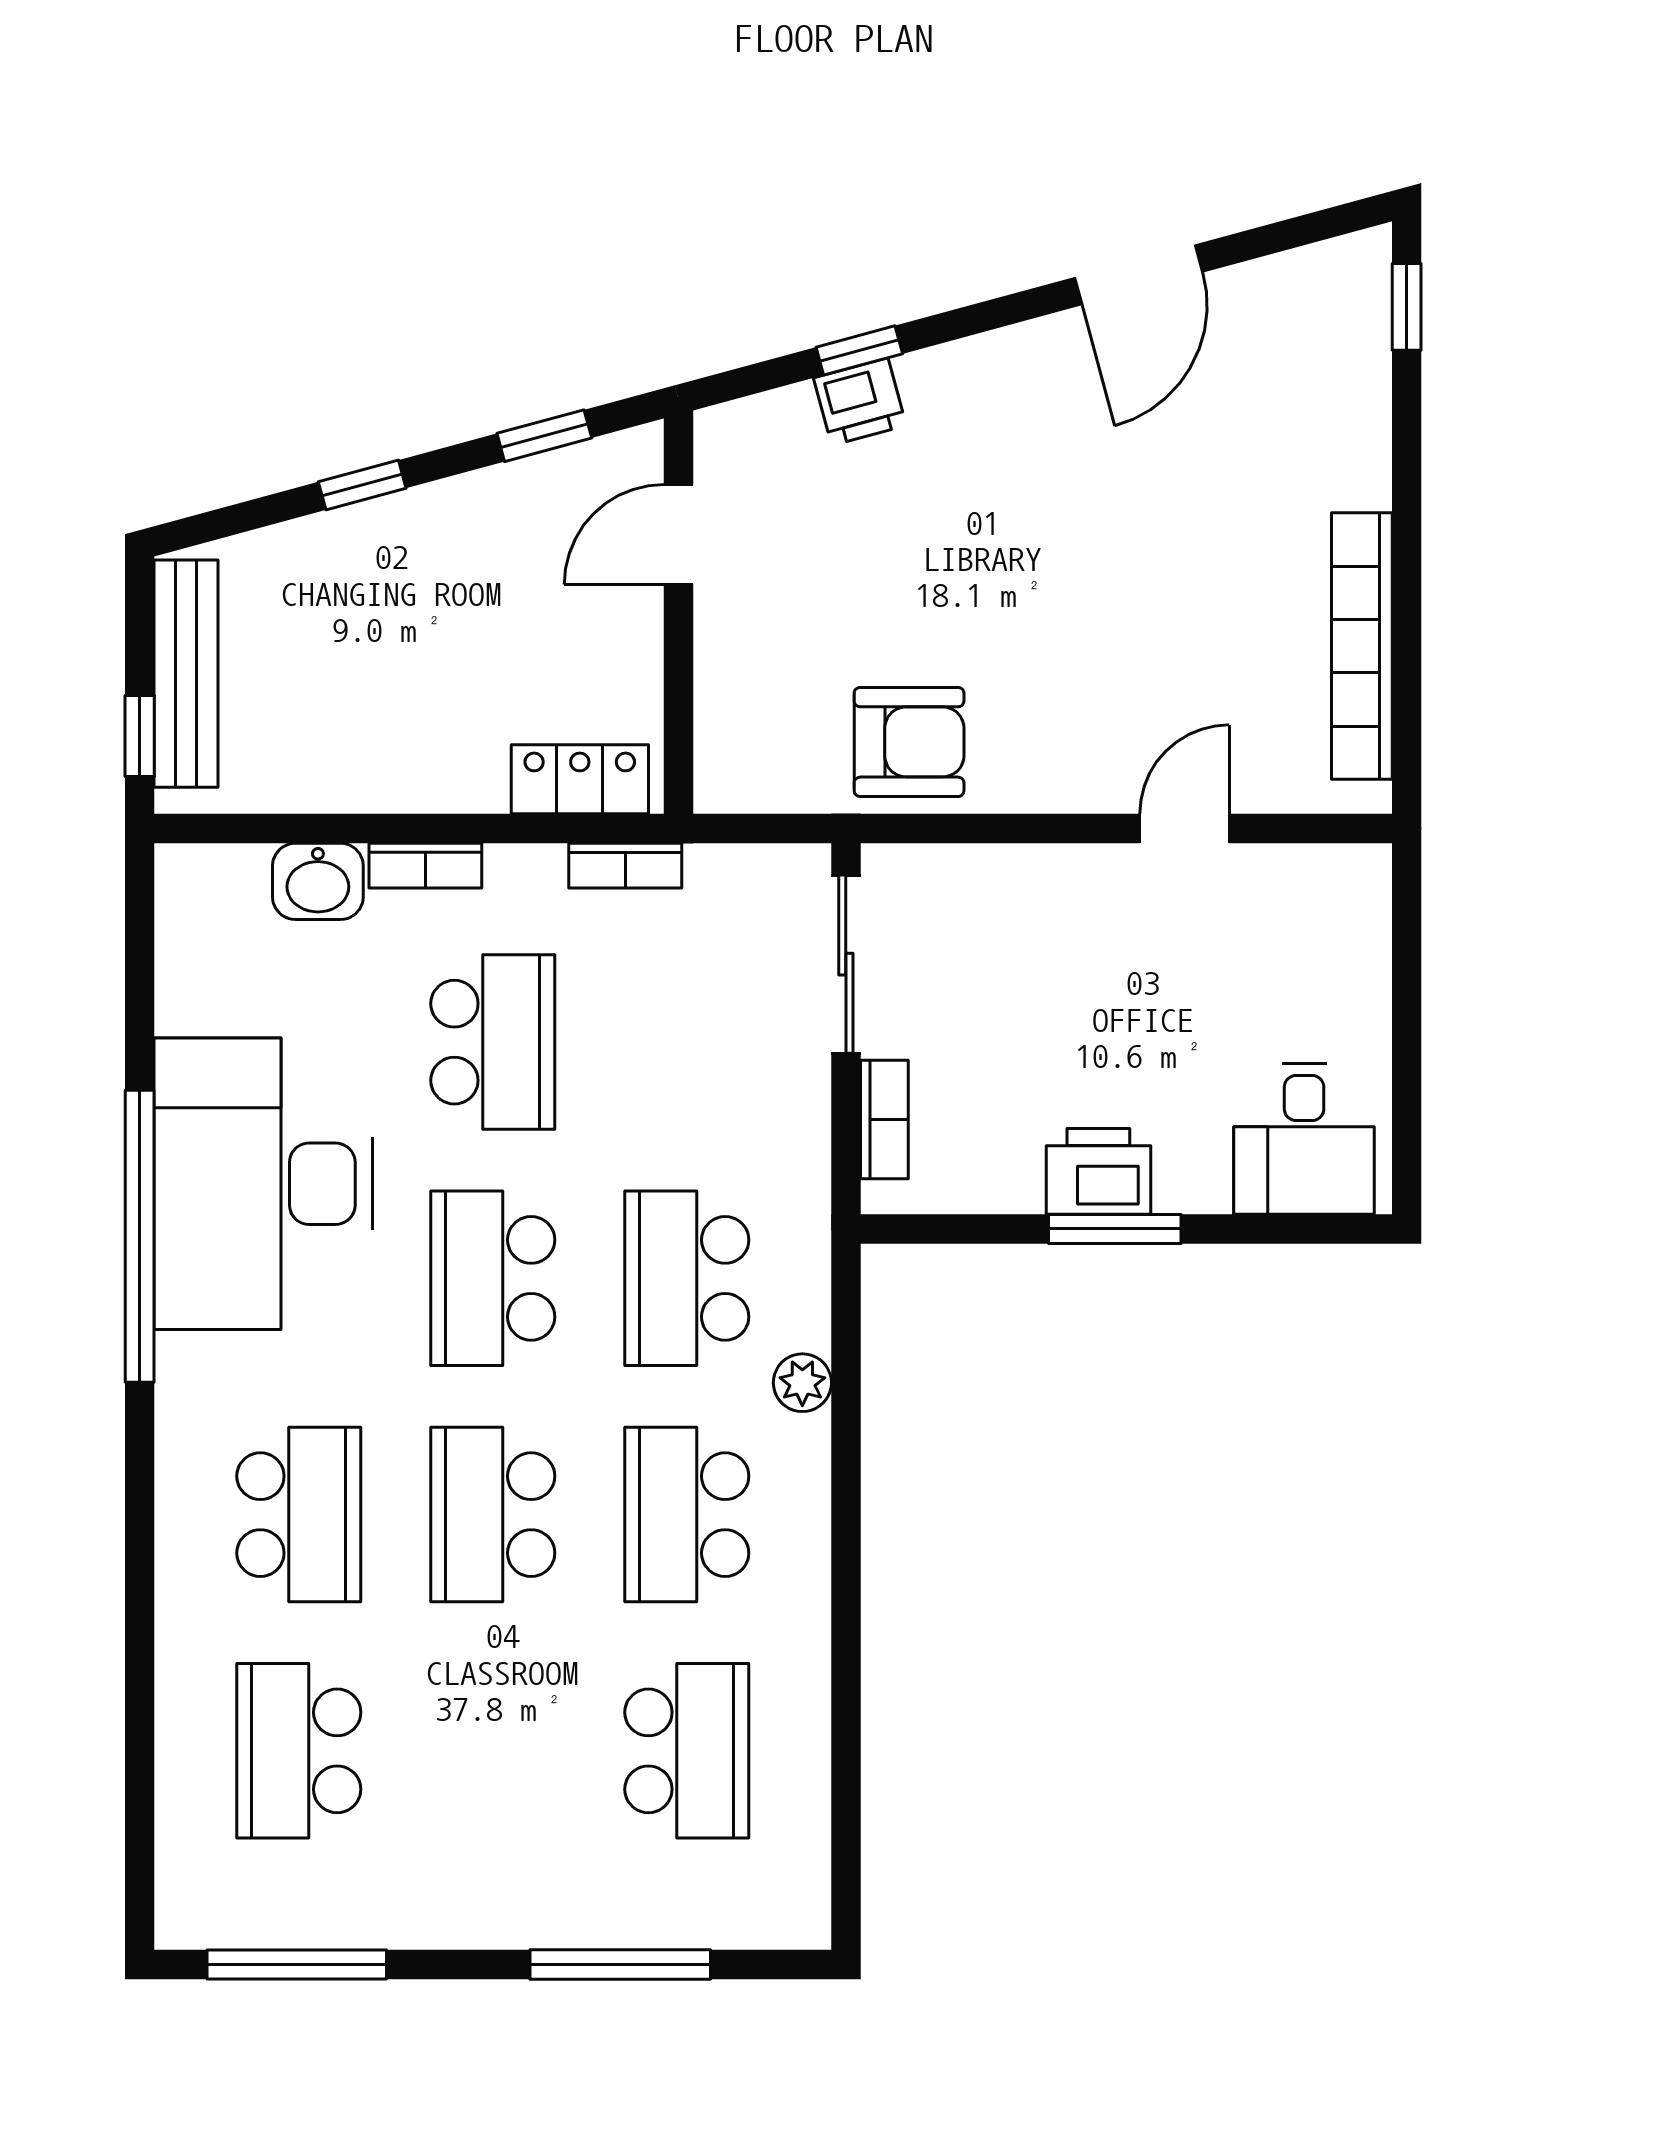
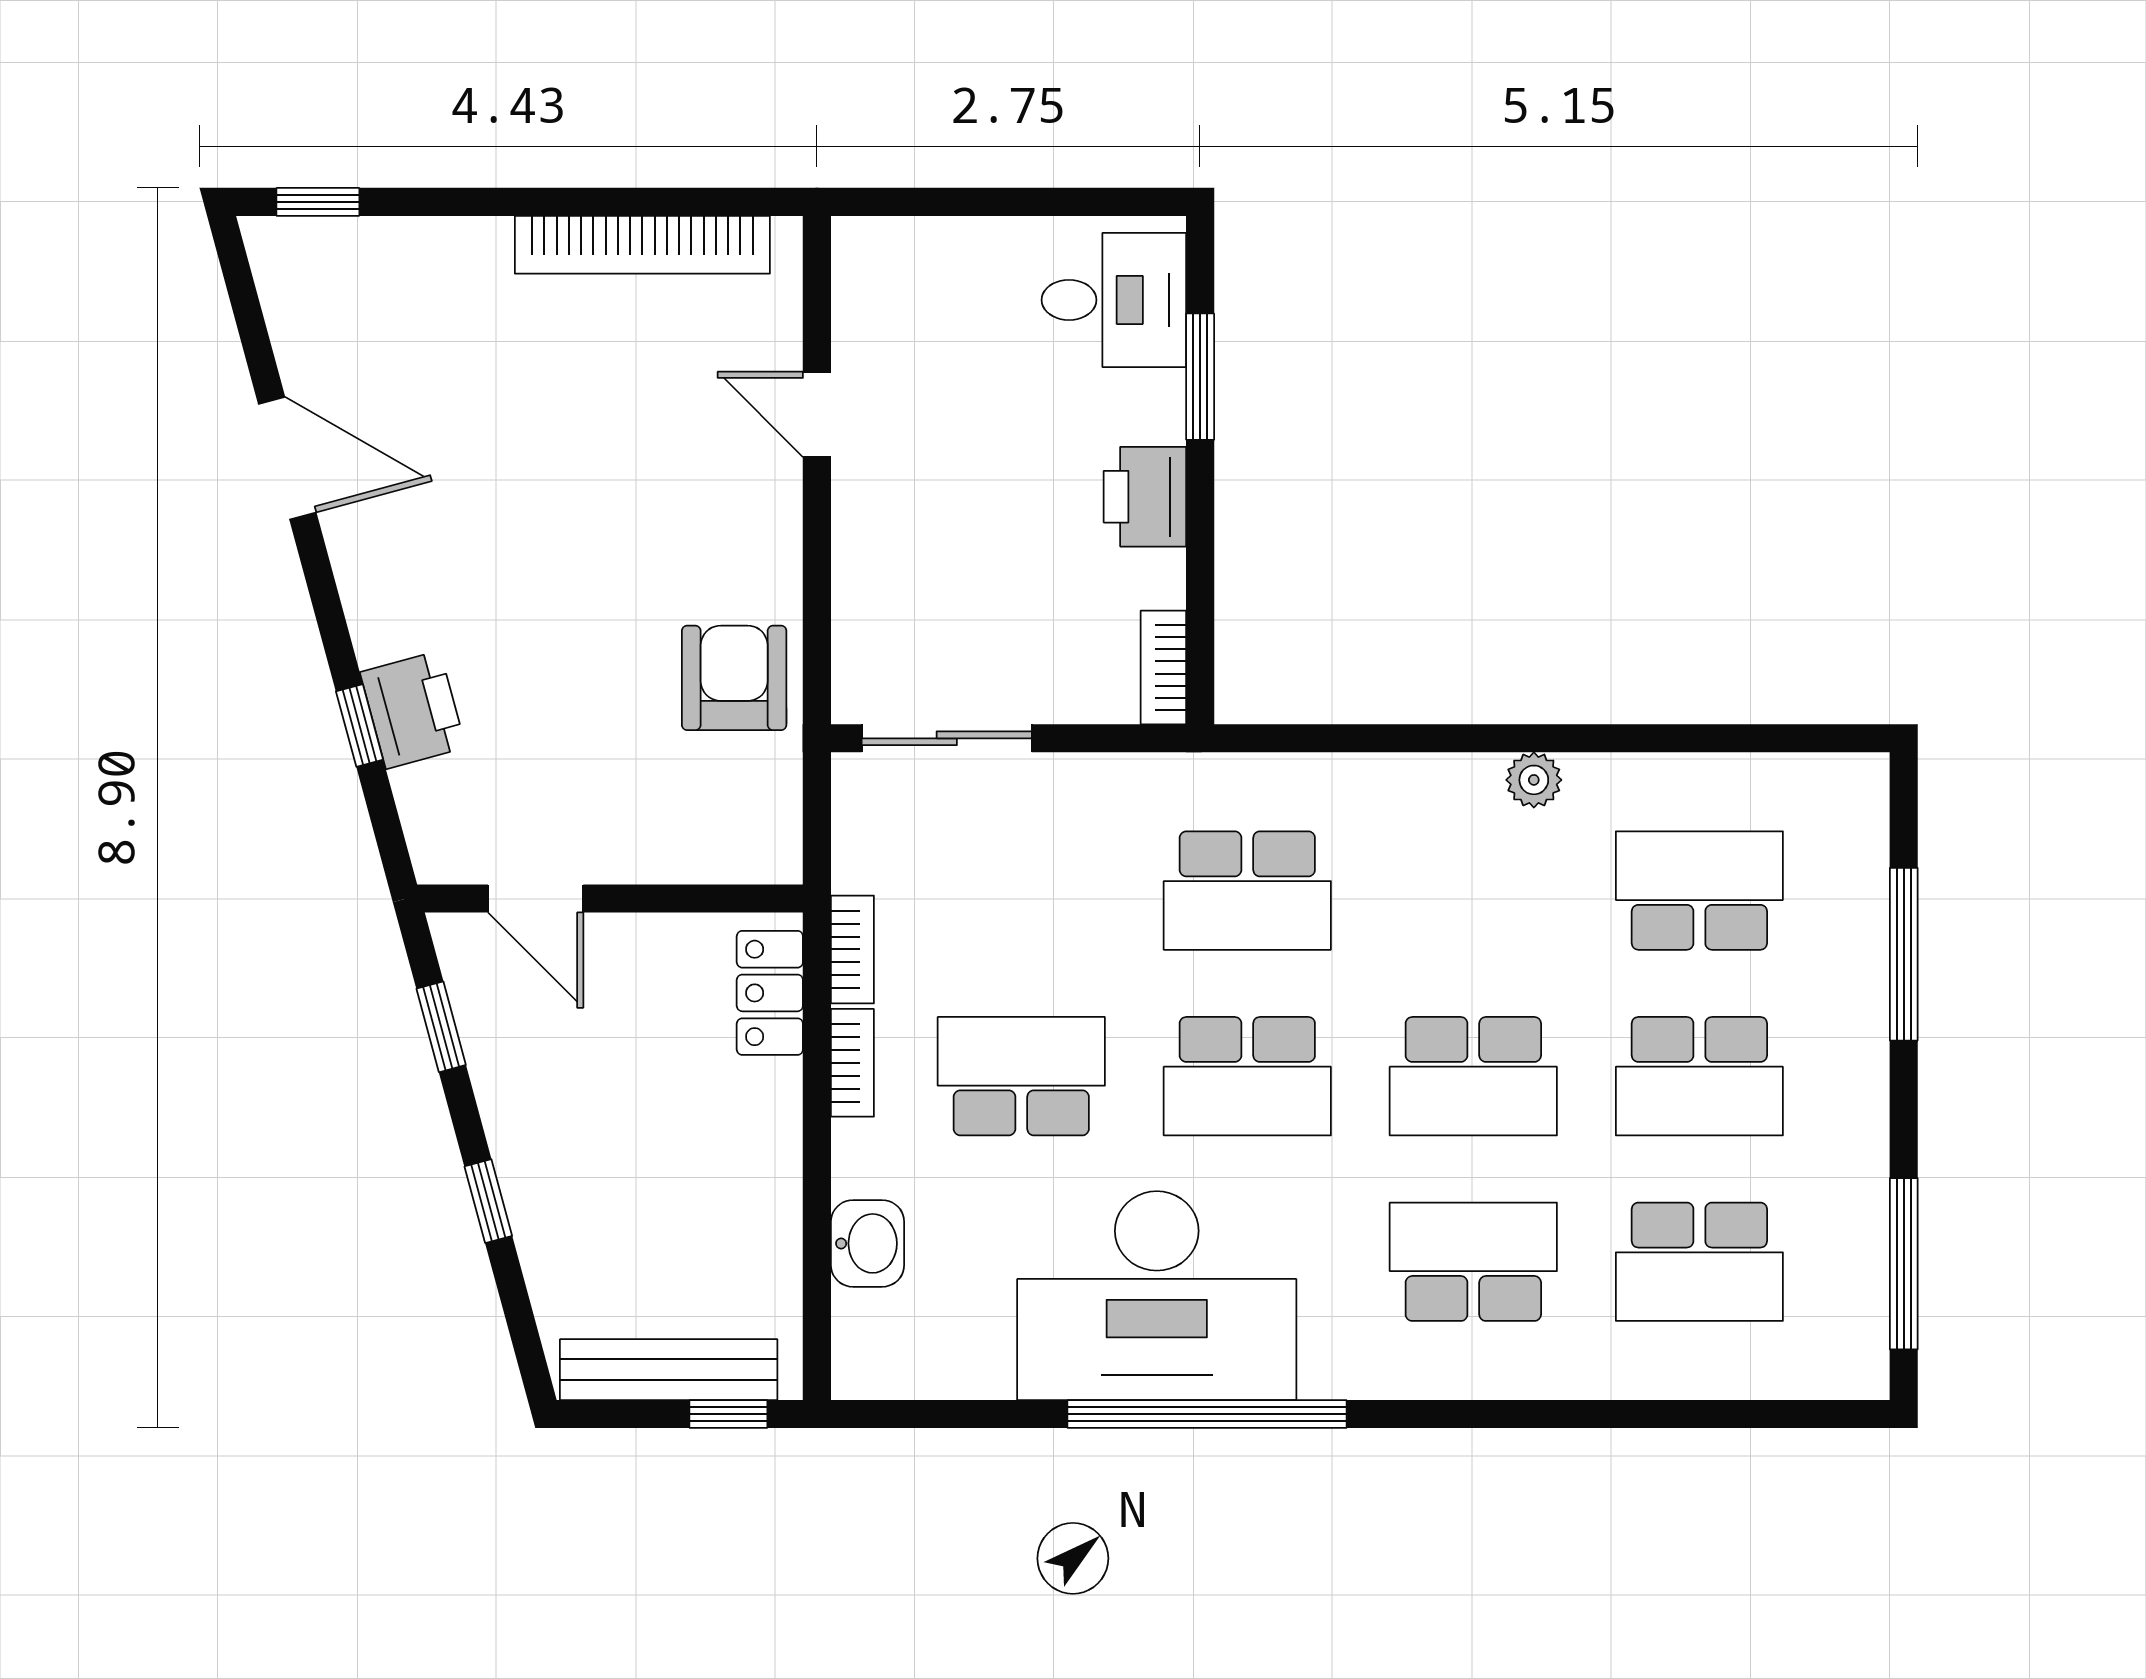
printer: (860, 402) -> (413, 710), width x1.36, depth x1.24
bookcase: (425, 866) -> (852, 1063), moved
bookcase: (884, 1119) -> (1163, 667), moved, turned -90
window: (1115, 1229) -> (1200, 377), moved
plant: (802, 1383) -> (1534, 780), moved
school desk: (687, 1515) -> (1699, 1076), moved

